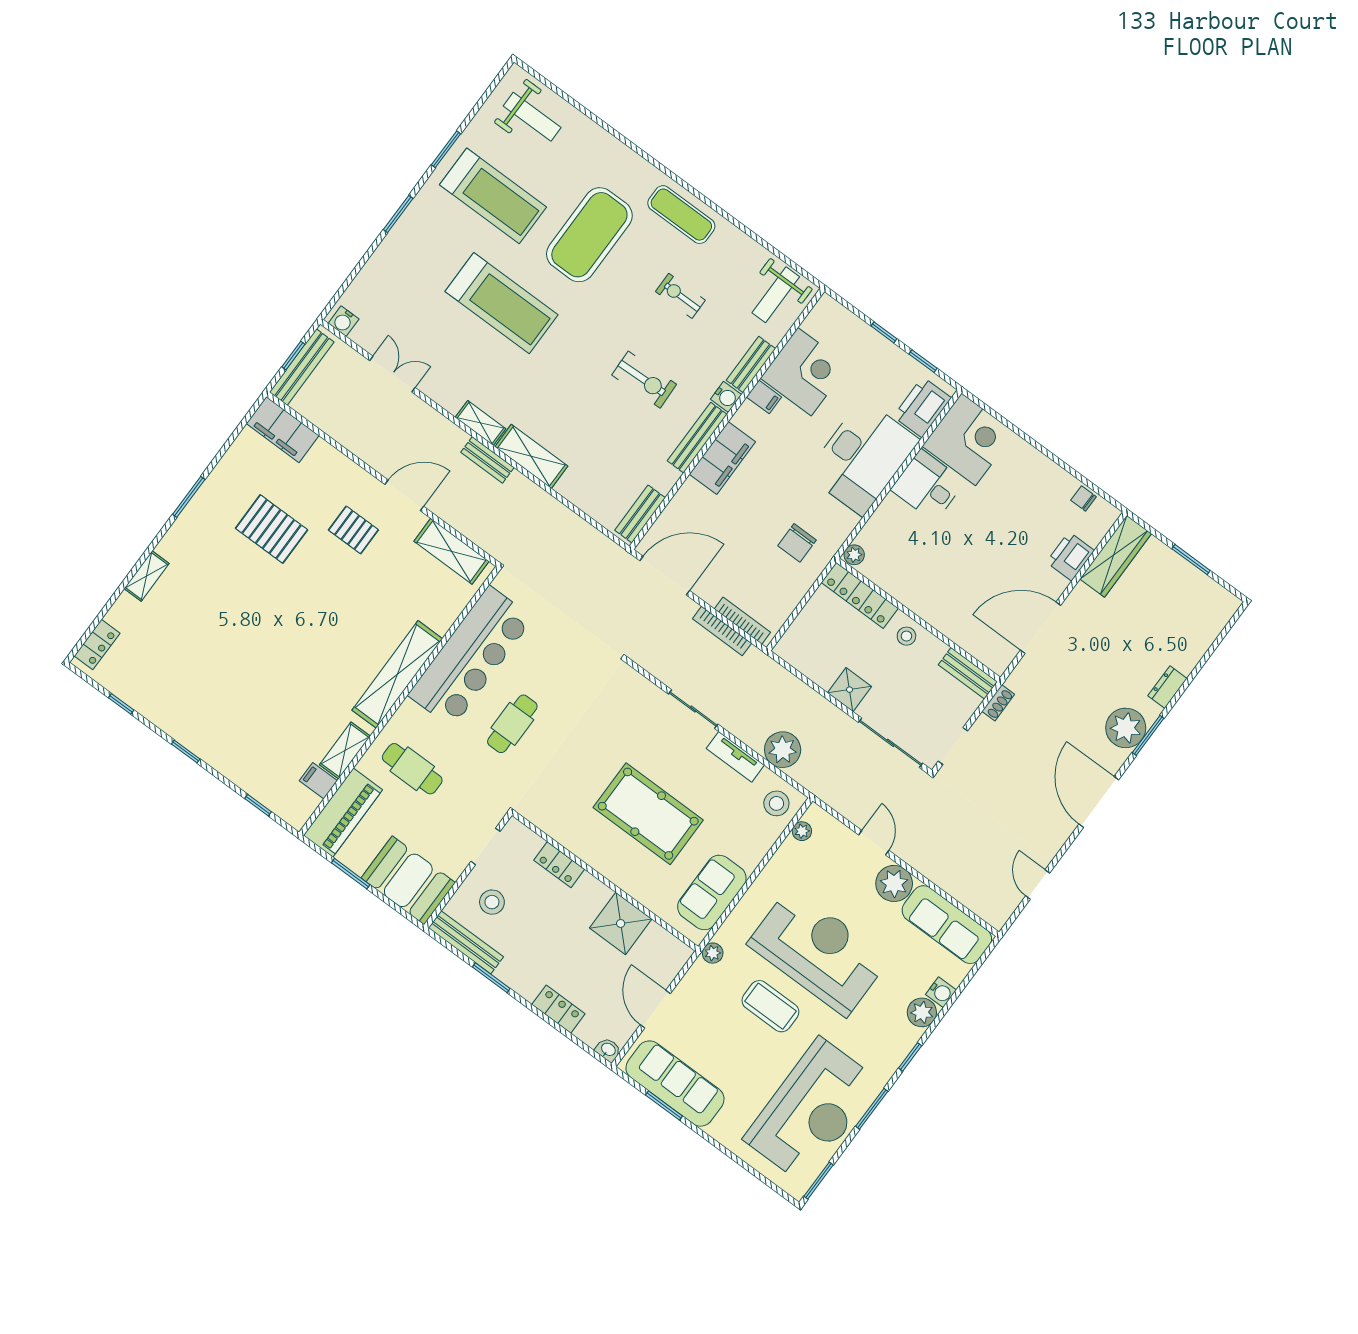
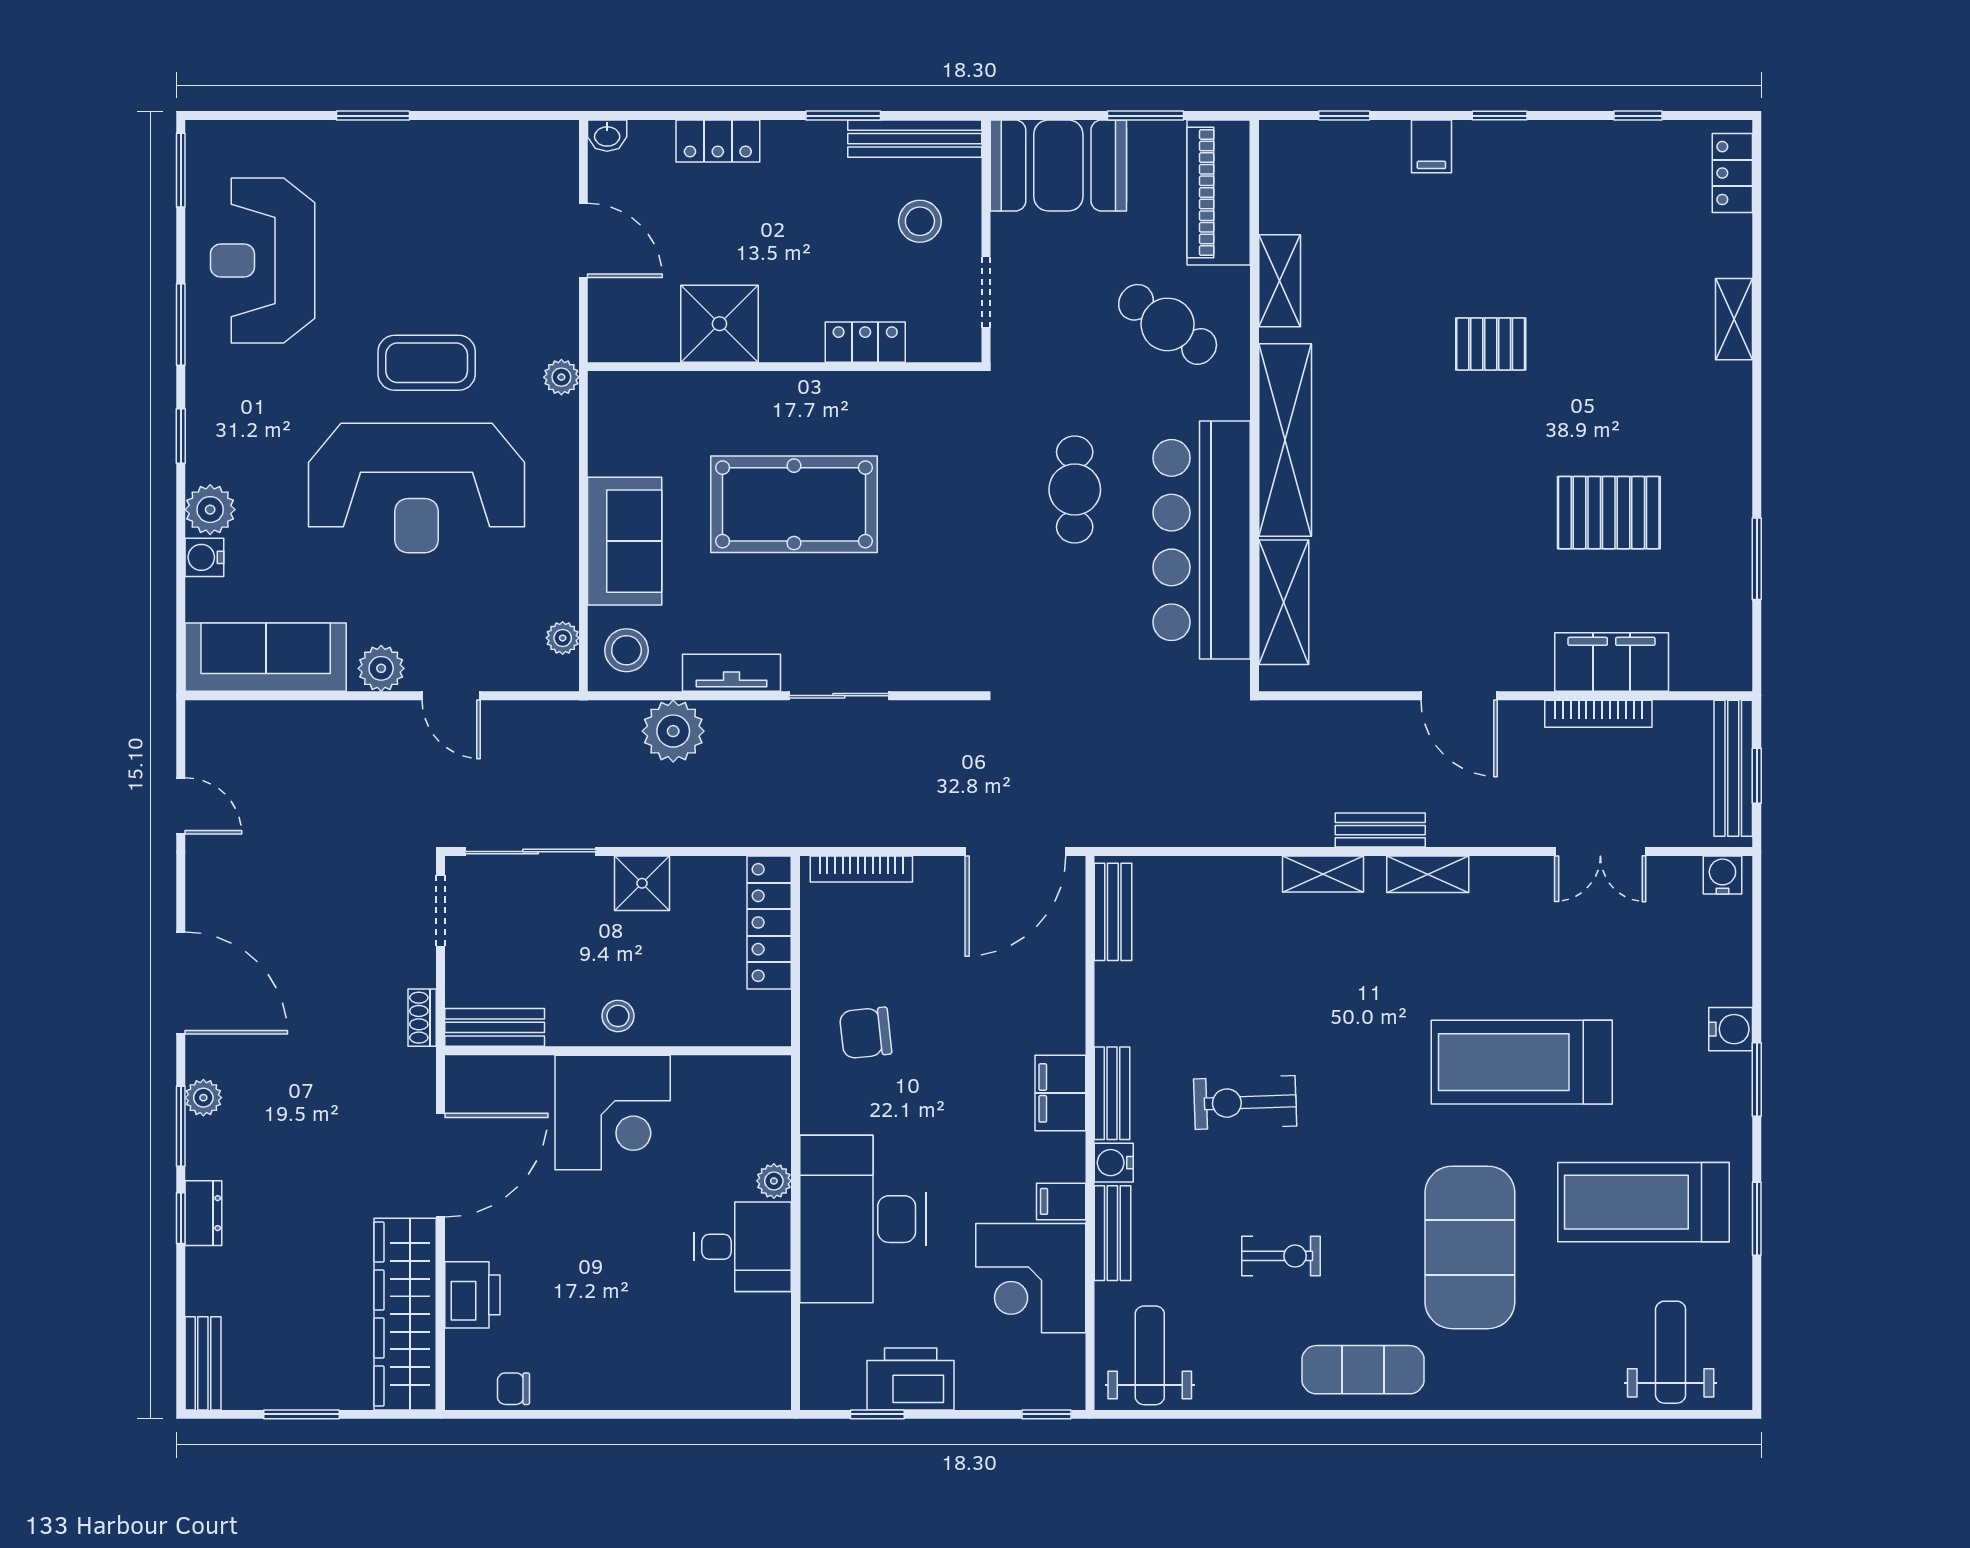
weight bench: (532, 117) -> (1671, 1352), turned 90
water cooler: (393, 246) -> (1731, 1029), added
window: (884, 332) -> (1046, 1414), moved
printer: (922, 407) -> (911, 1379), moved, turned -90
filing cabinet: (283, 430) -> (1612, 662), moved
bench: (697, 438) -> (1112, 1093), width x0.73
corner desk: (969, 439) -> (613, 1112), moved, turned -90
shelving: (531, 456) -> (1323, 874), width x0.67, depth x0.75
filing cabinet: (722, 458) -> (1060, 1093), width x0.67, depth x0.86
door: (404, 495) -> (1459, 696), hinge flipped
window: (189, 497) -> (1757, 559), moved
chair: (1084, 498) -> (513, 1389), turned 180
pallet: (353, 530) -> (1491, 344), moved
chair: (797, 543) -> (866, 1033), turned -96
shelving: (451, 551) -> (1284, 602), moved, turned 90
plant: (854, 555) -> (774, 1181), moved
wardrobe: (1116, 556) -> (405, 1314), width x1.40, depth x1.17
locker: (860, 595) -> (769, 922), moved, turned -90
bench: (1219, 617) -> (203, 1363), added
bookcase: (722, 631) -> (1598, 714), moved, turned 180
window: (1180, 693) -> (181, 1218), added
plant: (1126, 728) -> (203, 1098), width x0.53, depth x0.53
cafe table: (412, 769) -> (1168, 324), turned 35
filing cabinet: (318, 781) -> (1431, 146), moved, turned 90
plant: (894, 883) -> (381, 668), width x0.73, depth x0.73
sofa: (712, 892) -> (625, 541), moved
sofa: (675, 1084) -> (480, 157), removed
window: (664, 1106) -> (373, 116), moved
reception desk: (812, 1110) -> (263, 261), width x0.74, depth x0.77

